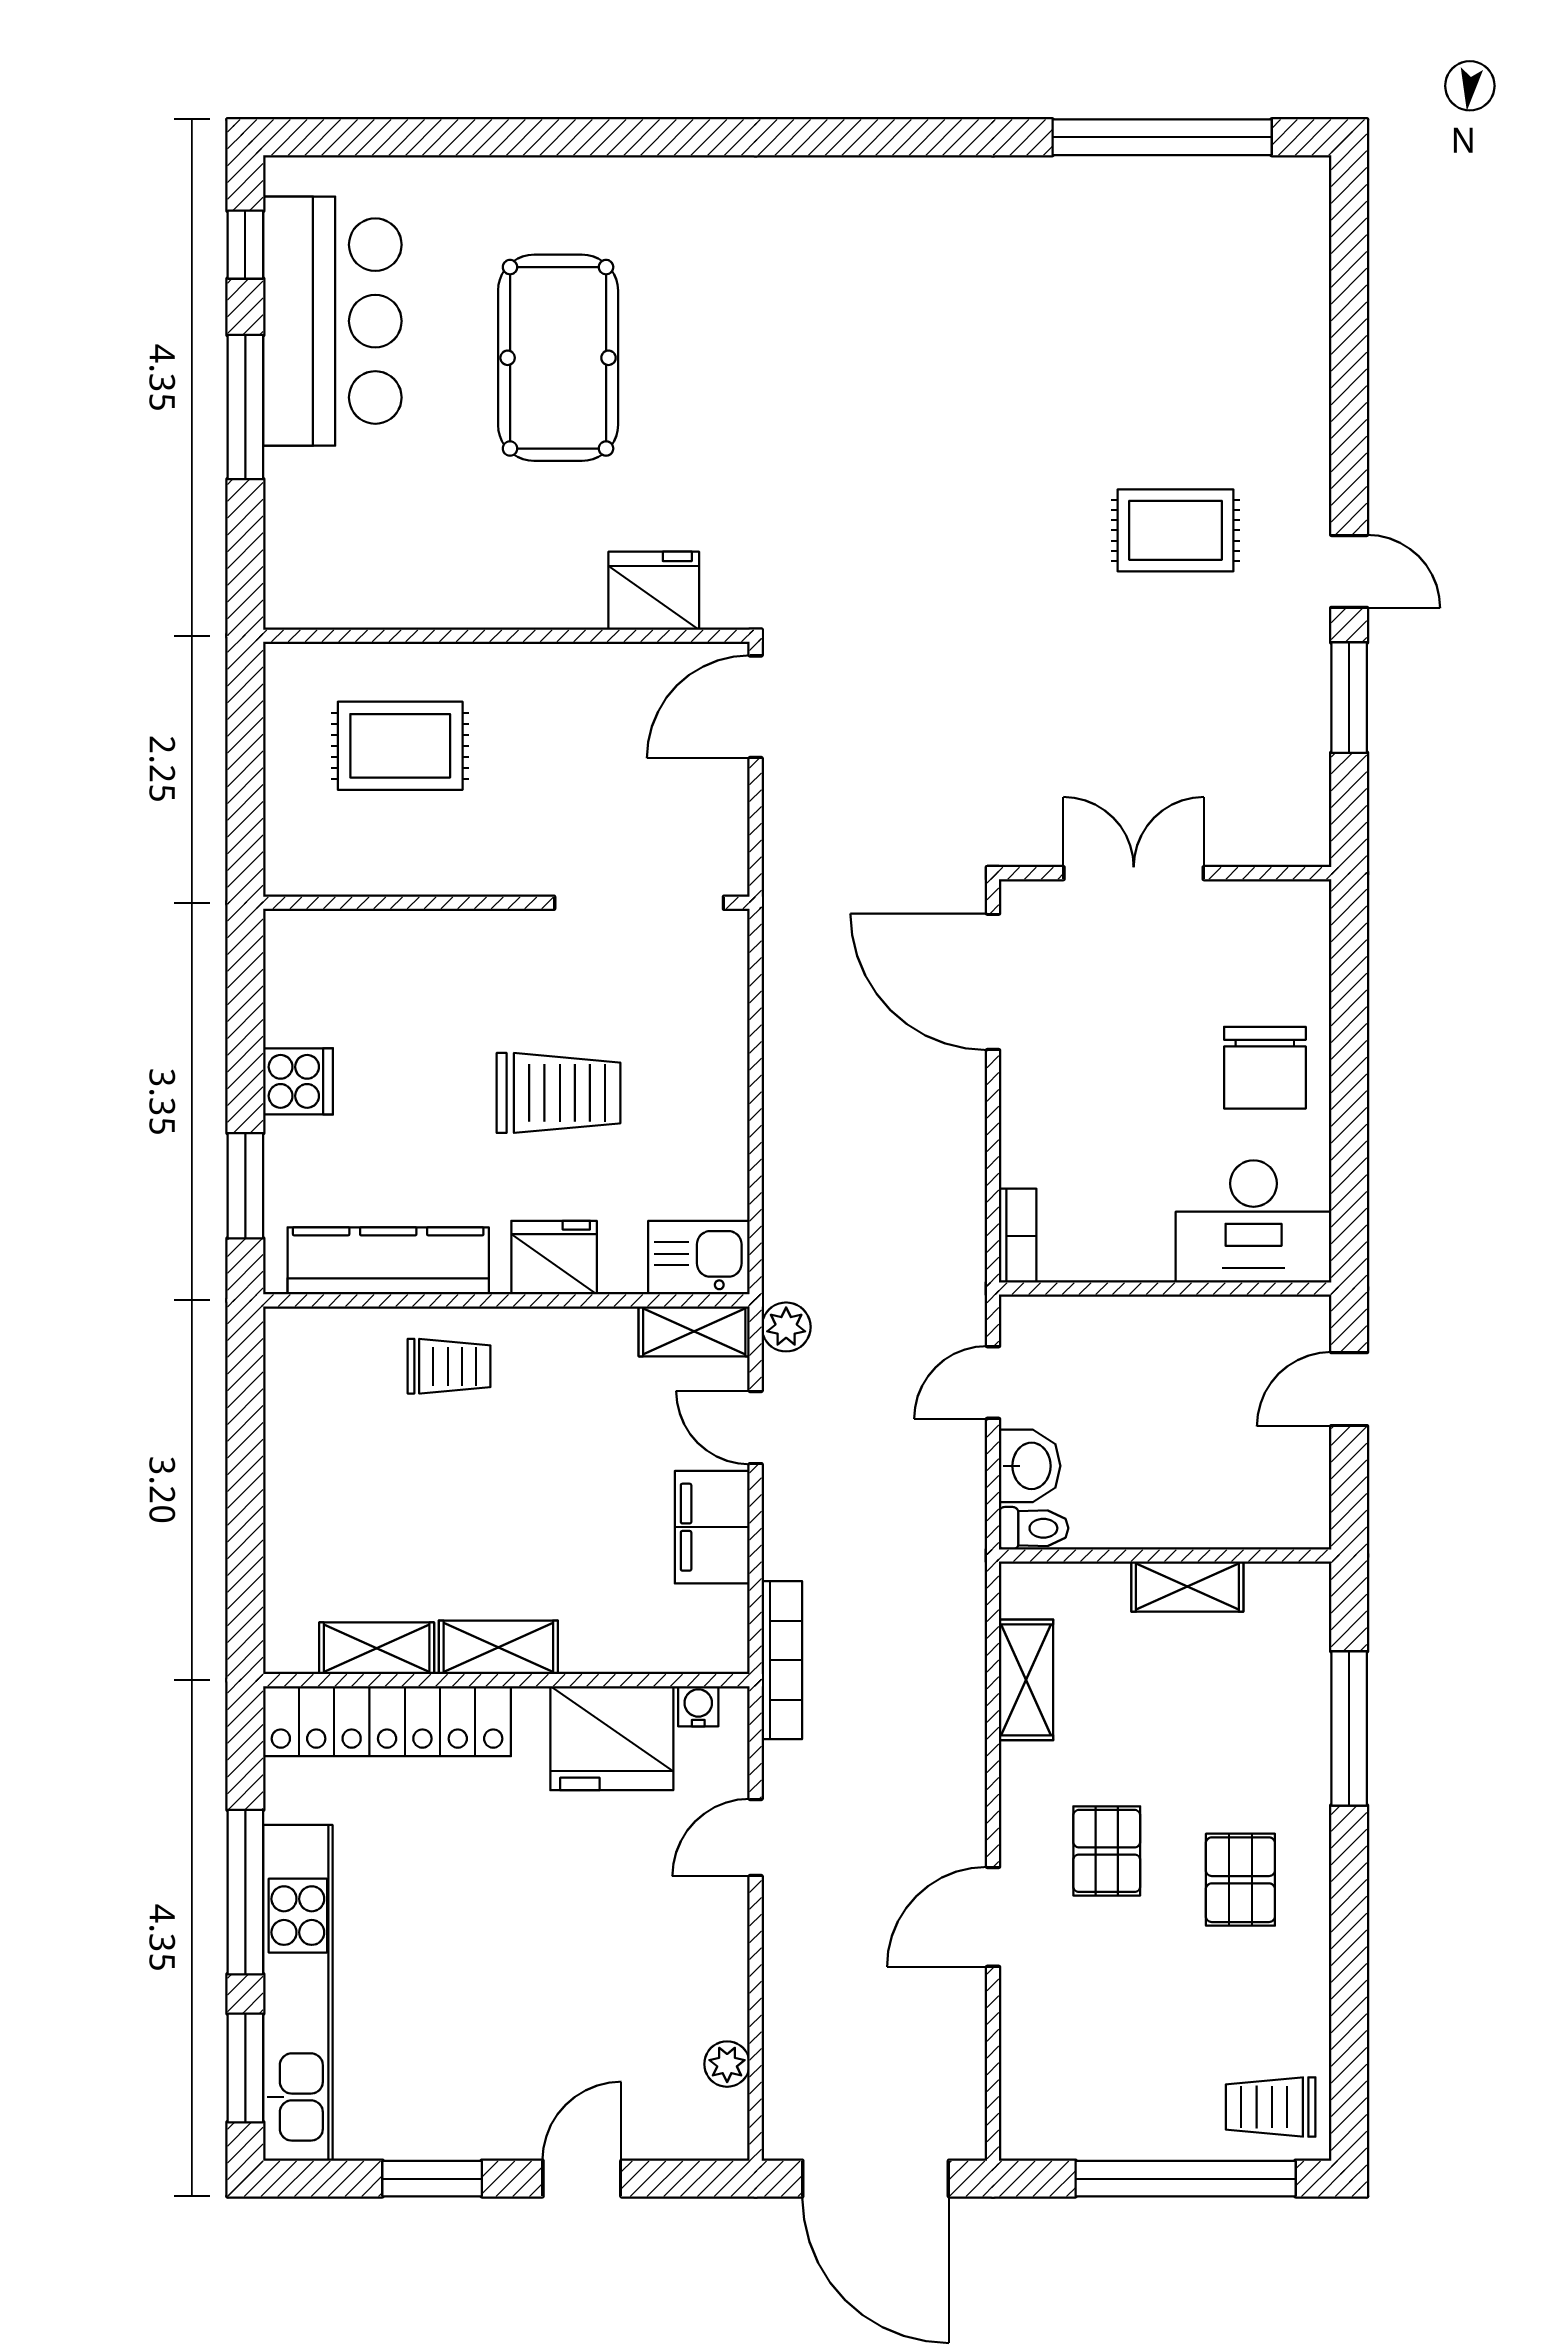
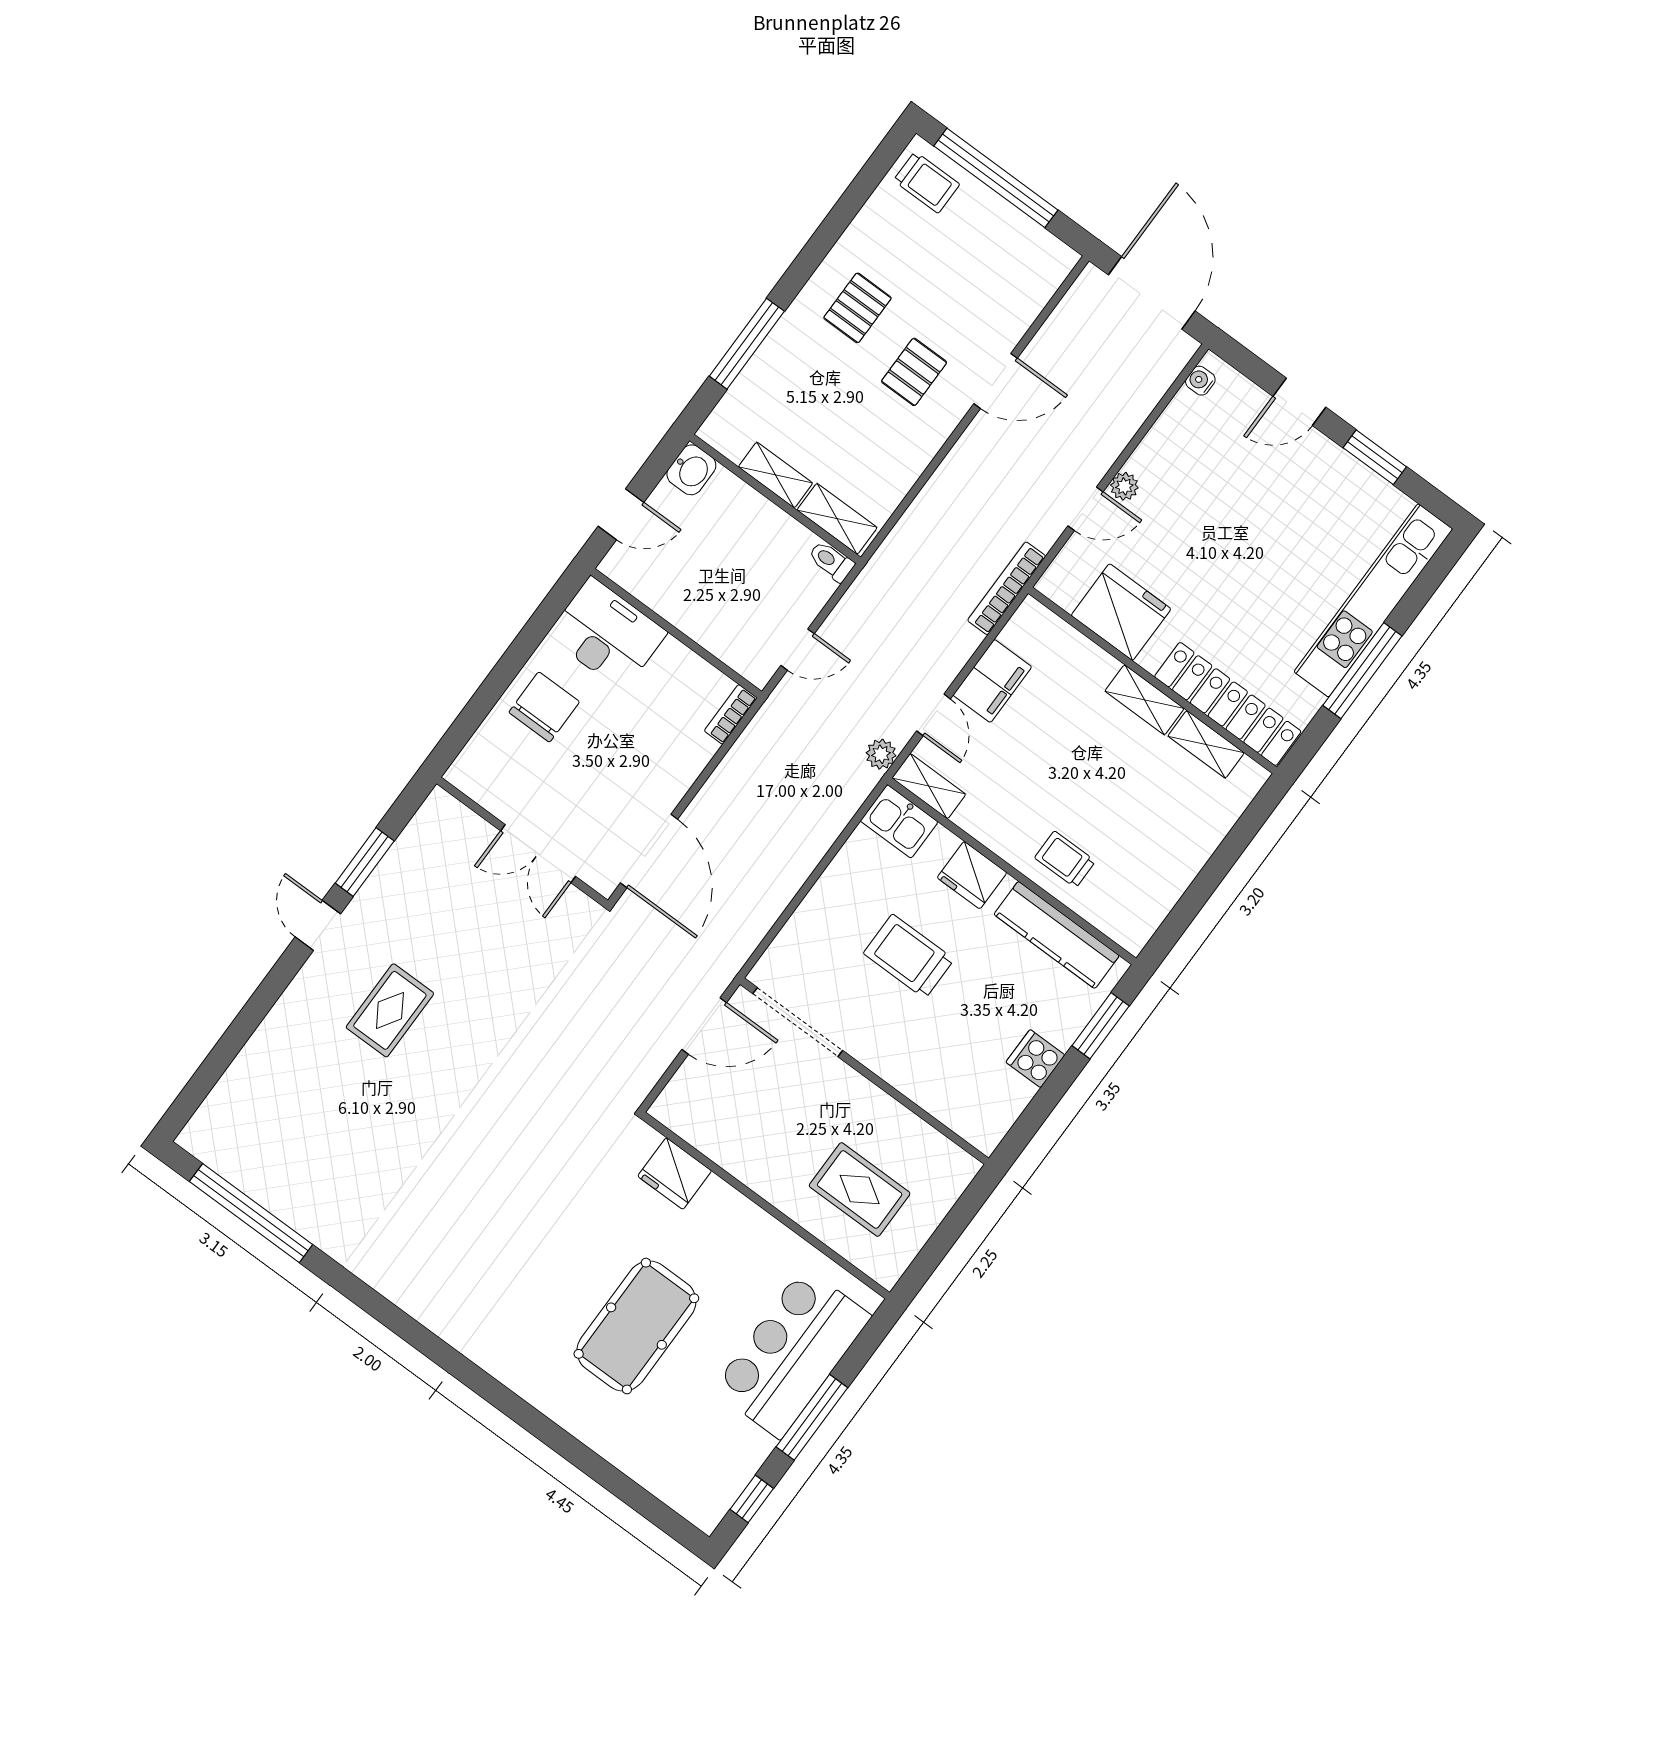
bar counter: (332, 321) -> (792, 1353), moved
rug: (1176, 530) -> (390, 1010), turned 90
door: (756, 707) -> (704, 1026), moved
washbasin: (1030, 1466) -> (691, 470), moved, turned 180
shelving: (1026, 1680) -> (837, 519), moved, turned 90
water cooler: (698, 1706) -> (1200, 381), moved, turned 90
plant: (727, 2064) -> (1124, 486), moved
window: (245, 2068) -> (1428, 582), removed

